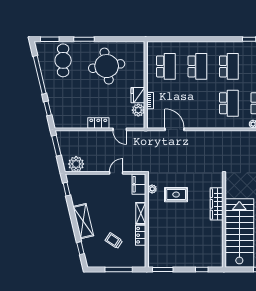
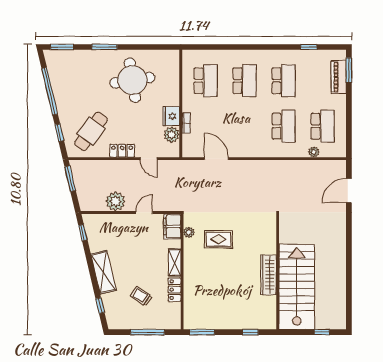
cafe table: (63, 60) -> (91, 131), moved, turned 36
plant: (76, 164) -> (116, 201), moved
wardrobe: (217, 204) -> (269, 275), moved

